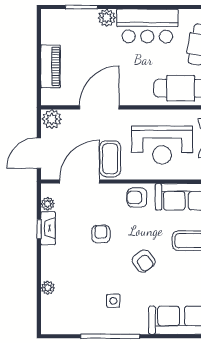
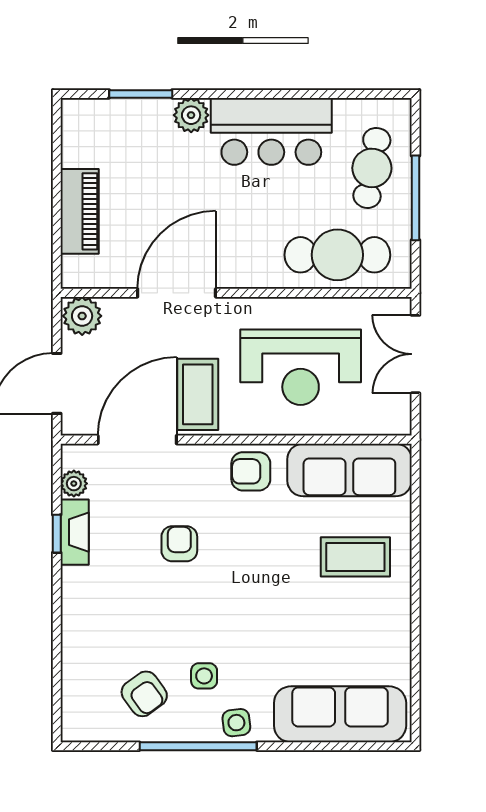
armchair: (144, 261) -> (144, 694), moved
plant: (48, 288) -> (74, 650), removed
side table: (130, 324) -> (236, 723), added

